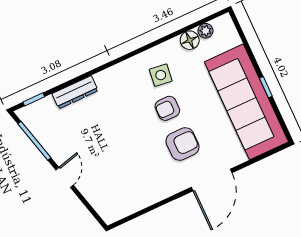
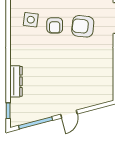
armchair: (183, 144) -> (83, 26), turned -84
door: (65, 177) -> (69, 114), swing flipped

